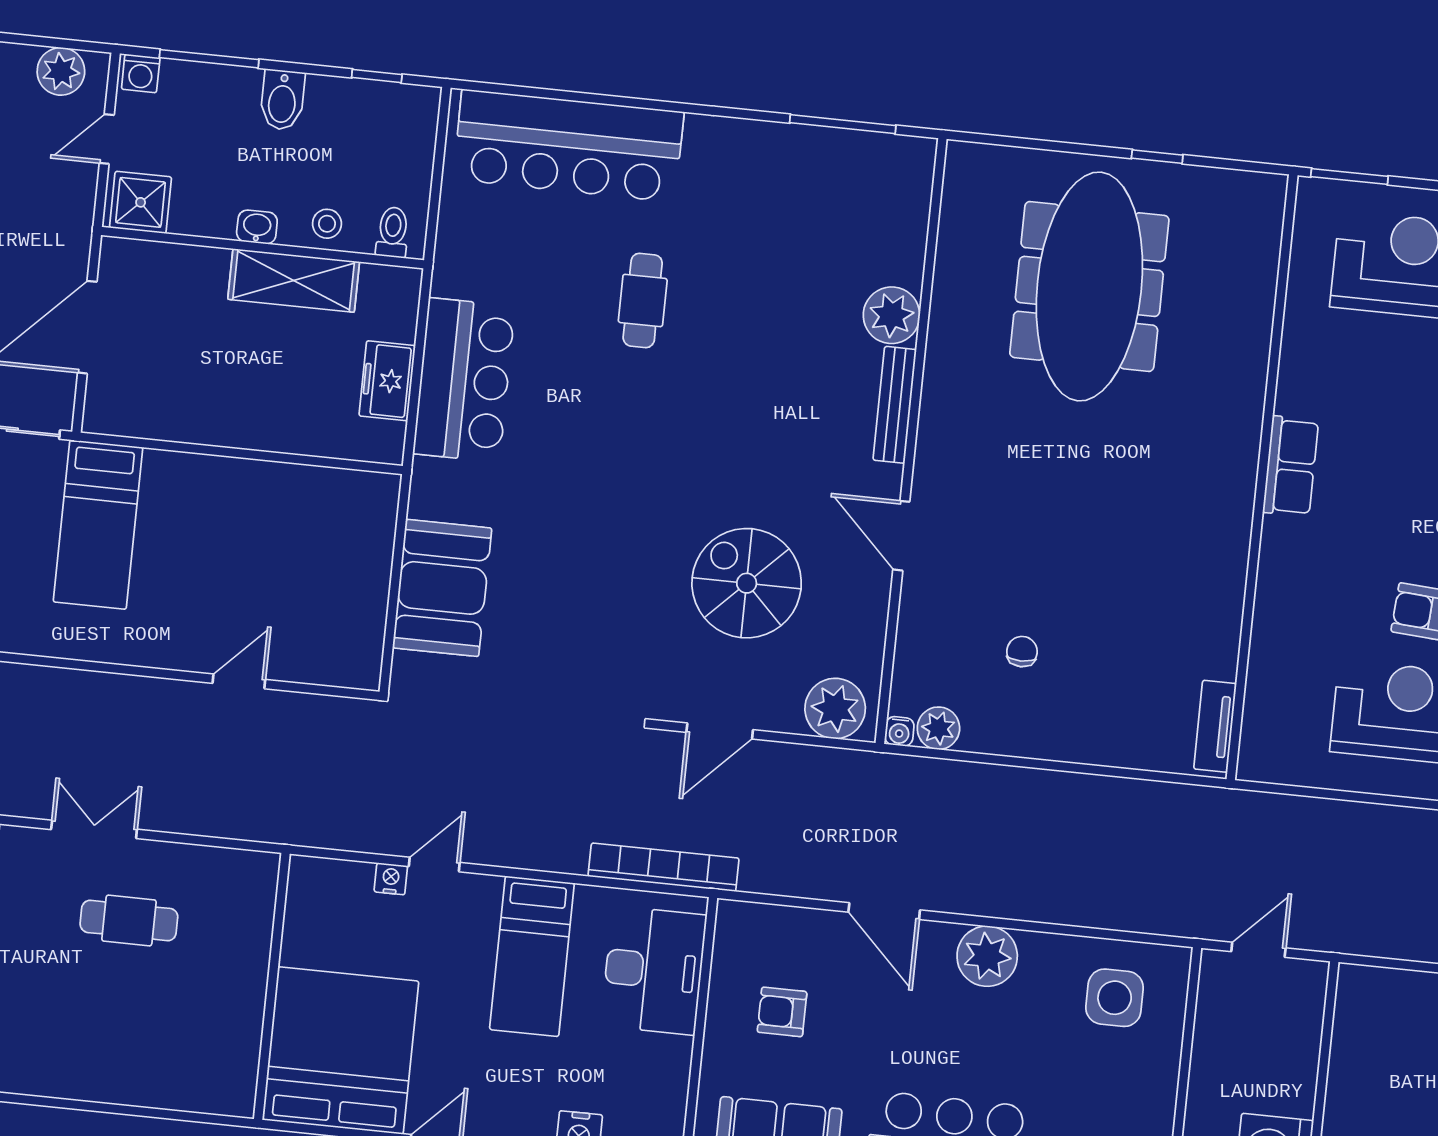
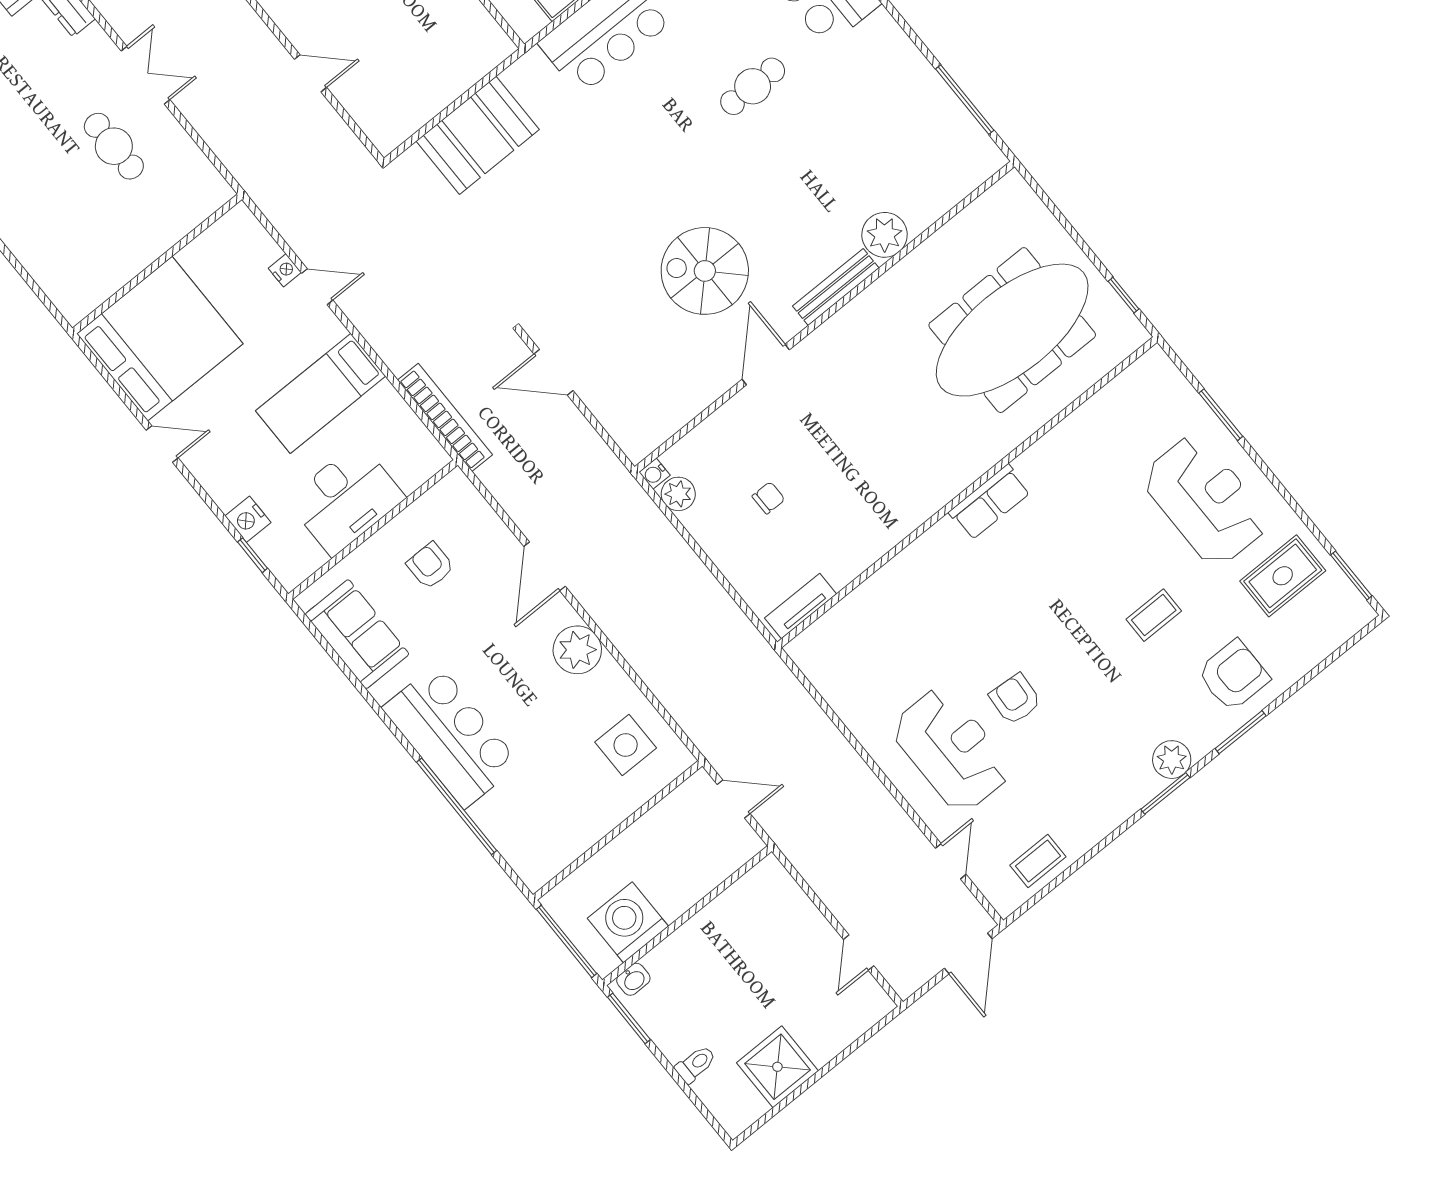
row of seats: (1291, 466) -> (990, 502), moved
wall: (1262, 477) -> (967, 492), moved
spiral stairs: (747, 583) -> (705, 271), moved, turned -90
plant: (835, 709) -> (631, 425), removed
tv unit: (1215, 726) -> (801, 606), moved
desk: (654, 970) -> (346, 499), moved

